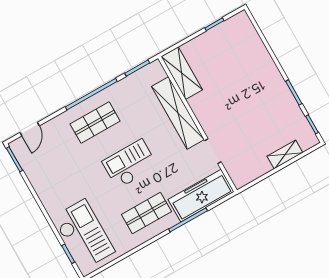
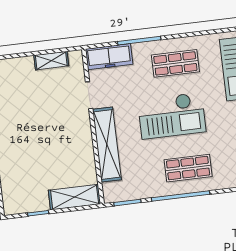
shelving: (182, 73) -> (75, 197), moved, turned 90
shelving: (285, 154) -> (51, 61), moved
checkout: (130, 164) -> (172, 116), width x1.36, depth x1.21
freezer: (201, 196) -> (109, 57), width x0.73, depth x0.79

